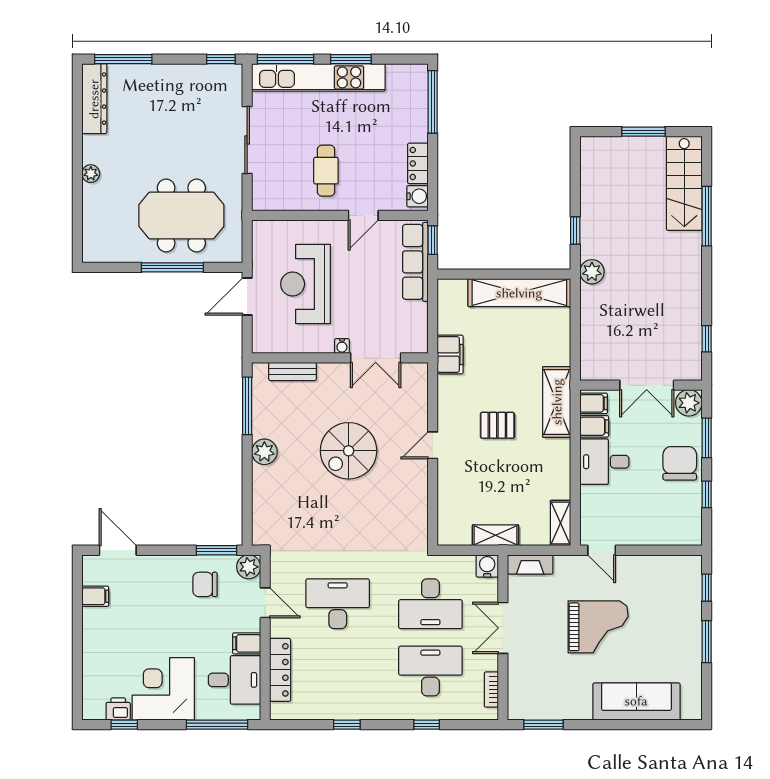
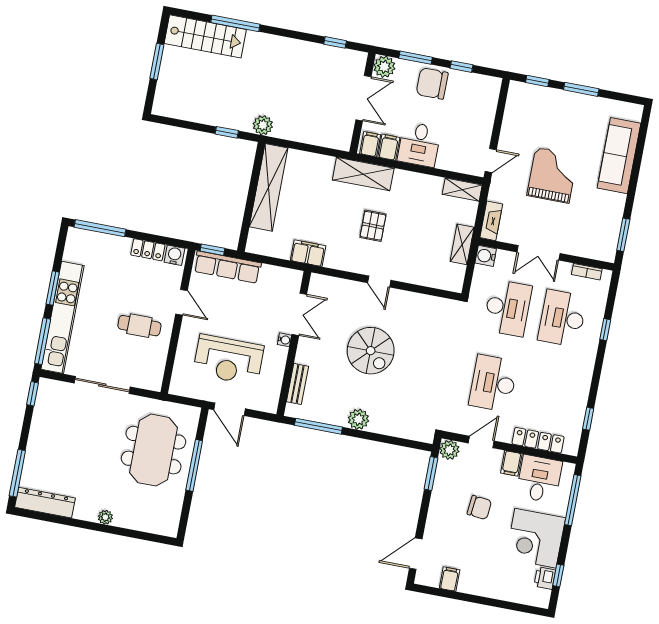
chair: (205, 584) -> (479, 507), moved, turned -84
window: (347, 725) -> (588, 419), moved

